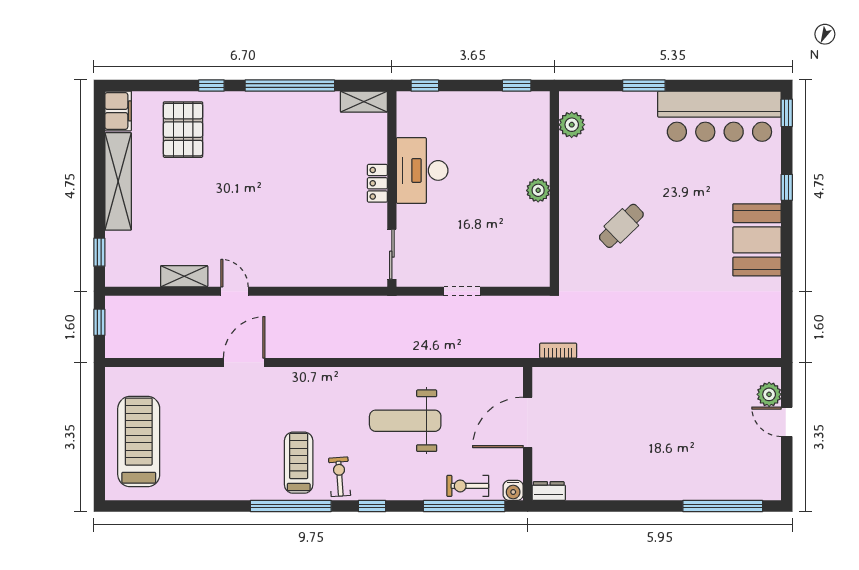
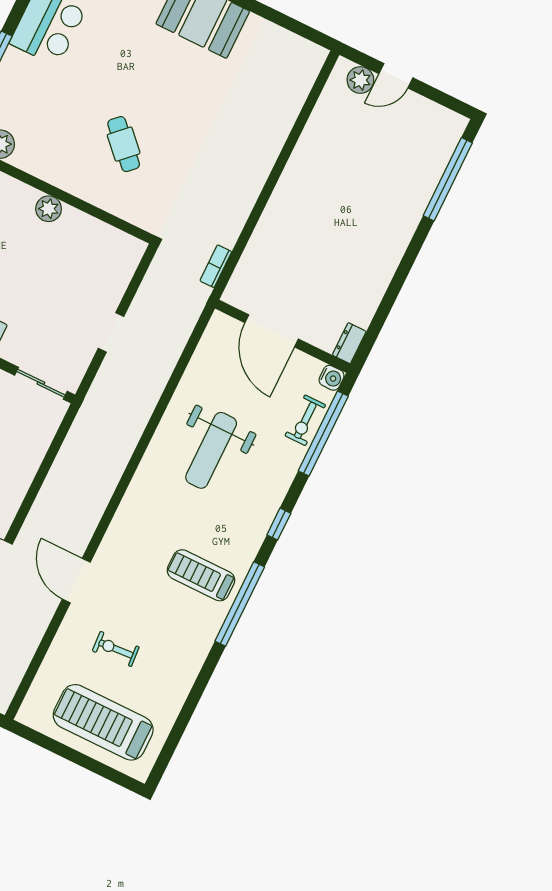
exercise bike: (340, 477) -> (116, 649), moved

